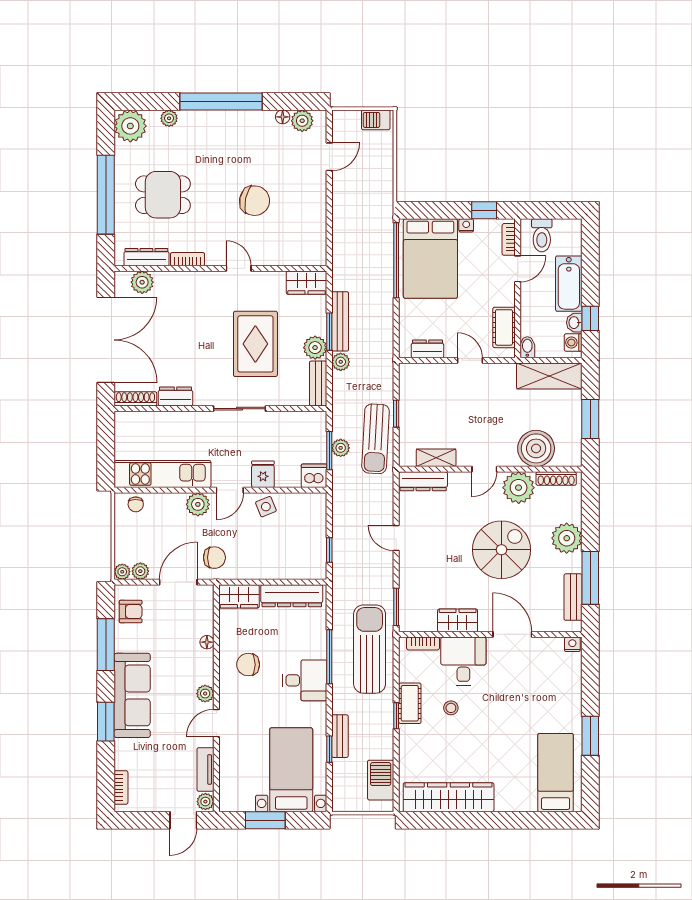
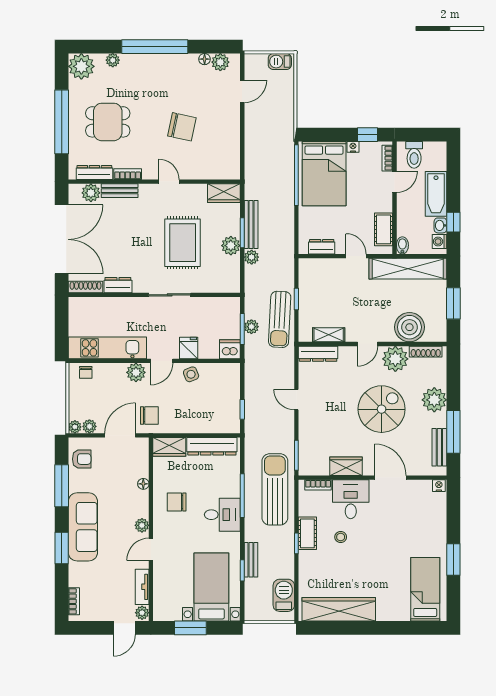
shelving: (549, 376) -> (408, 269), width x1.47
bench: (318, 383) -> (120, 191), moved, turned 90

